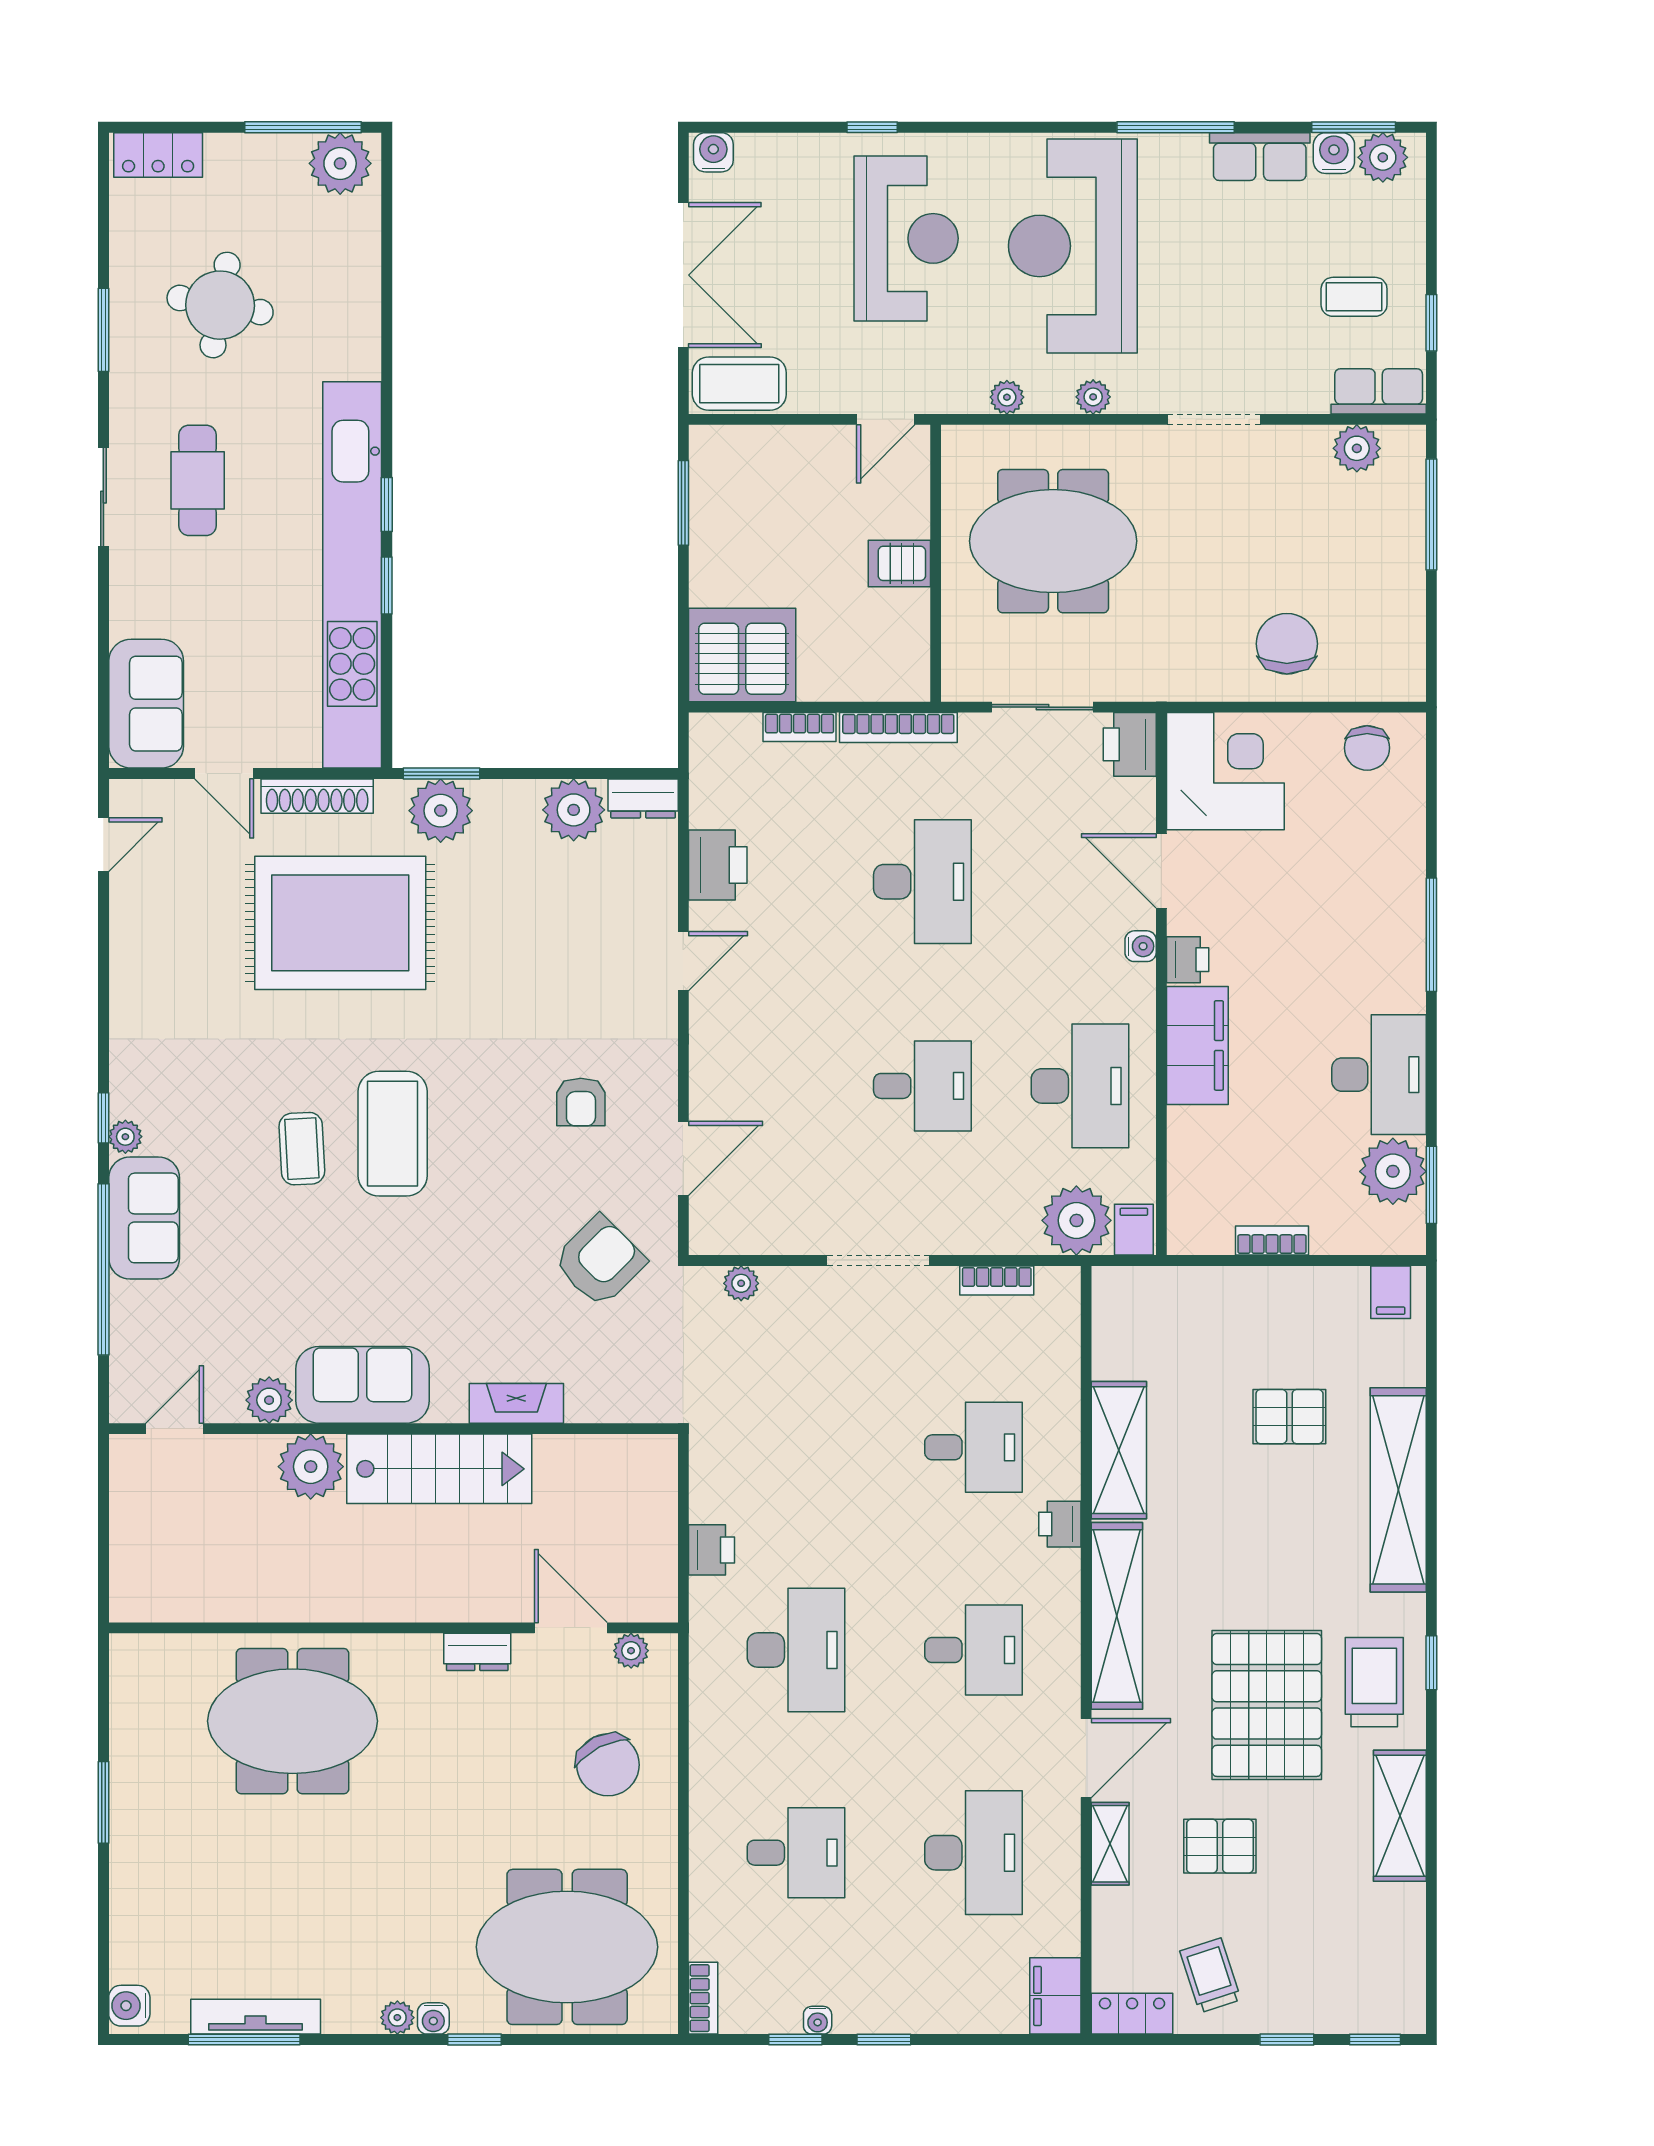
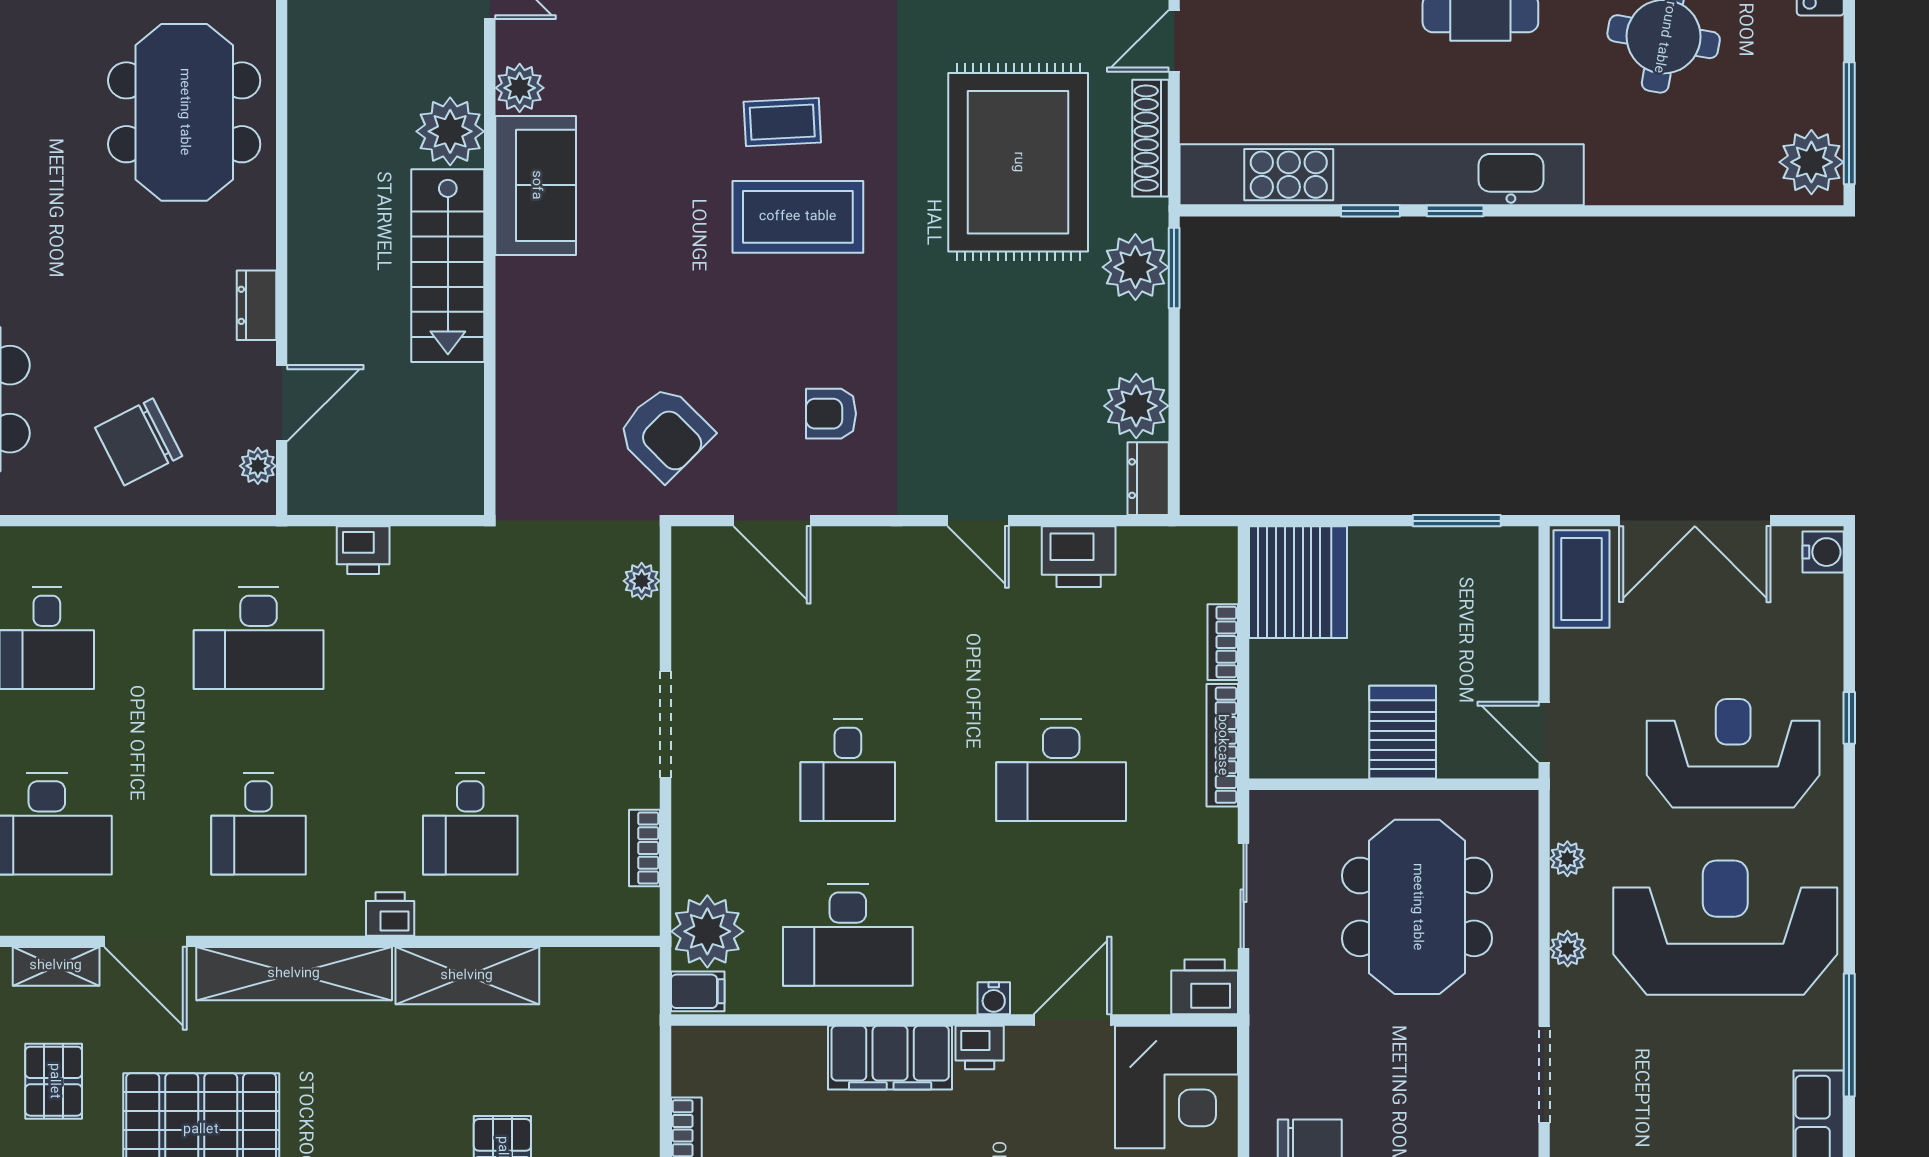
reception desk: (906, 238) -> (1733, 753), turned 180
server rack: (899, 563) -> (1403, 732), width x1.36, depth x1.44
fireplace: (516, 1403) -> (516, 346), removed

